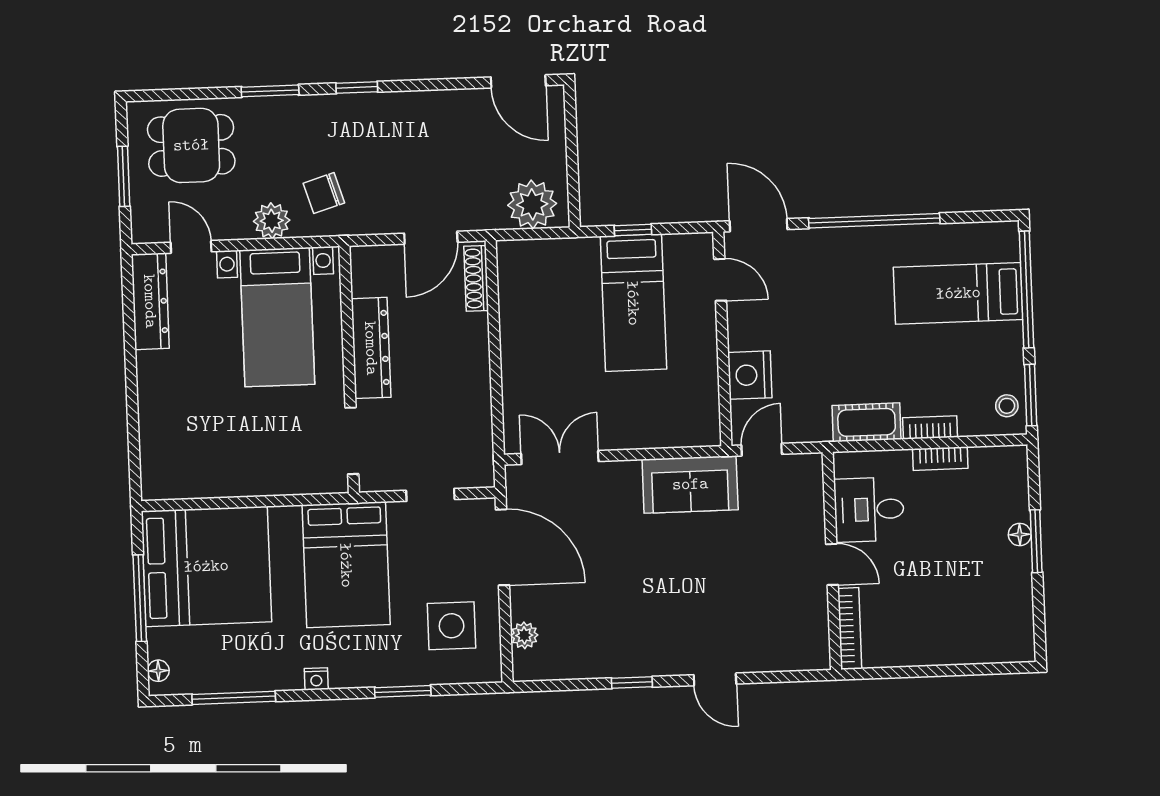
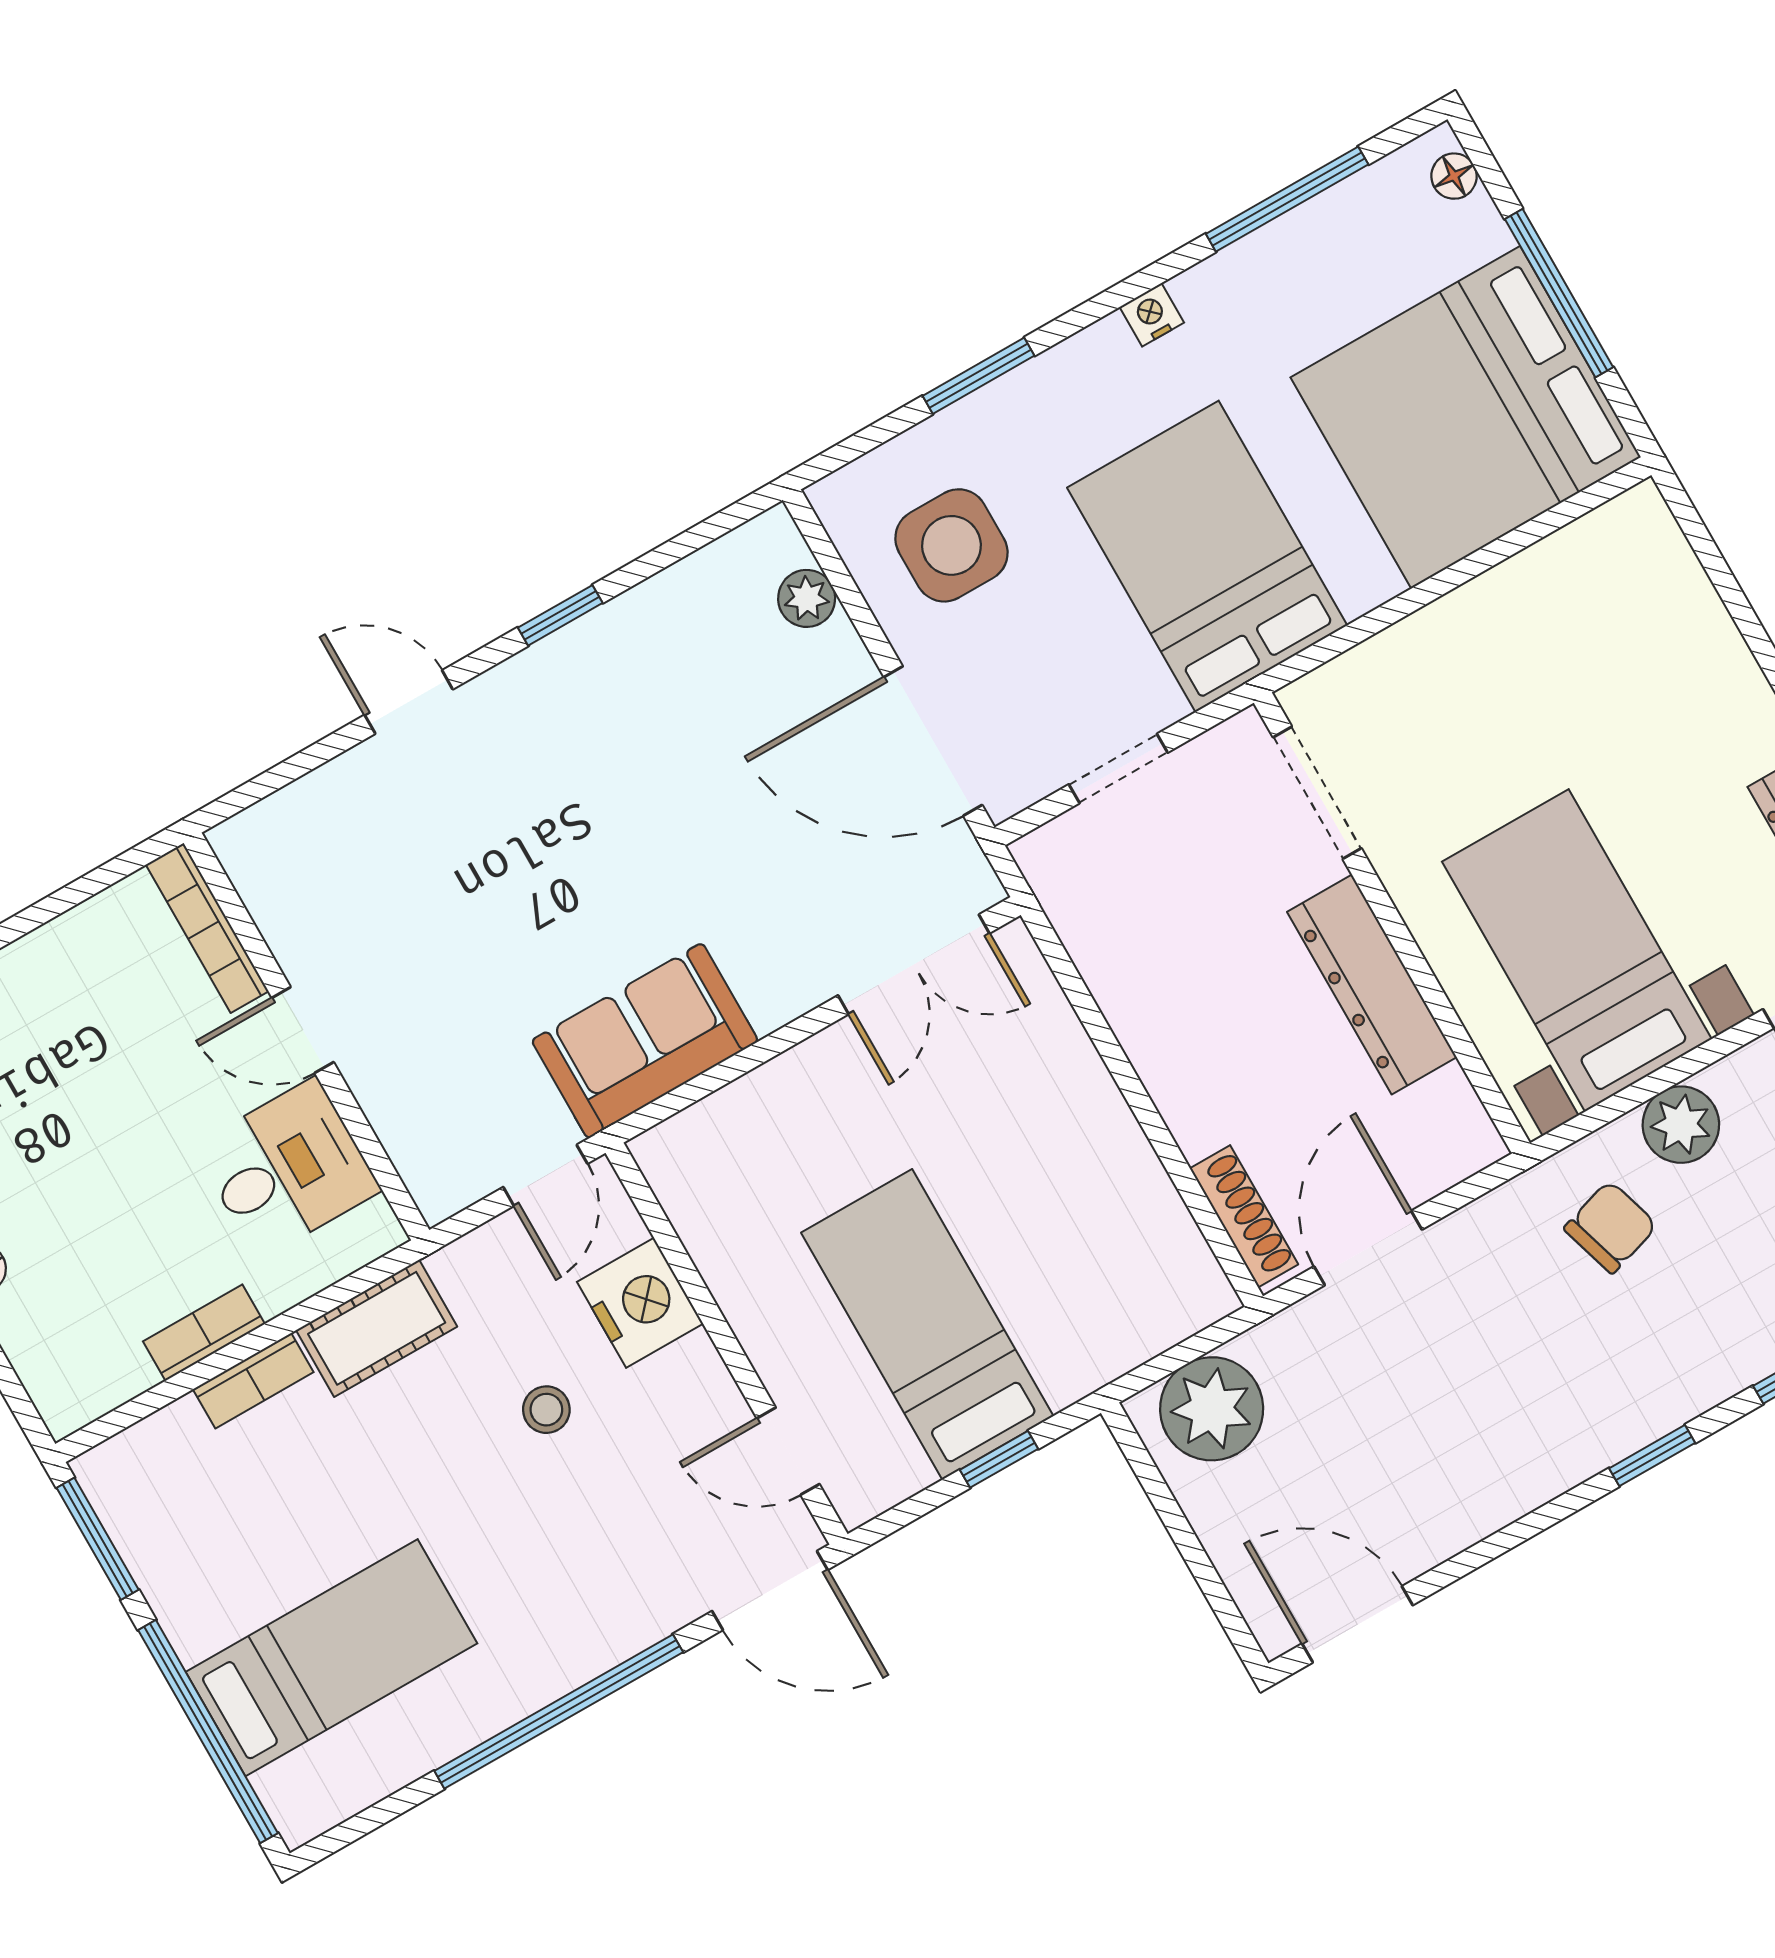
stool: (1007, 406) -> (546, 1410), moved

